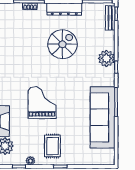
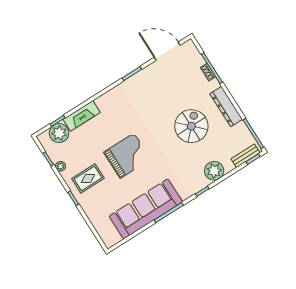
spiral stairs: (62, 44) -> (191, 126), turned -90
plant: (106, 58) -> (214, 171), moved
grand piano: (42, 103) -> (127, 156), moved

